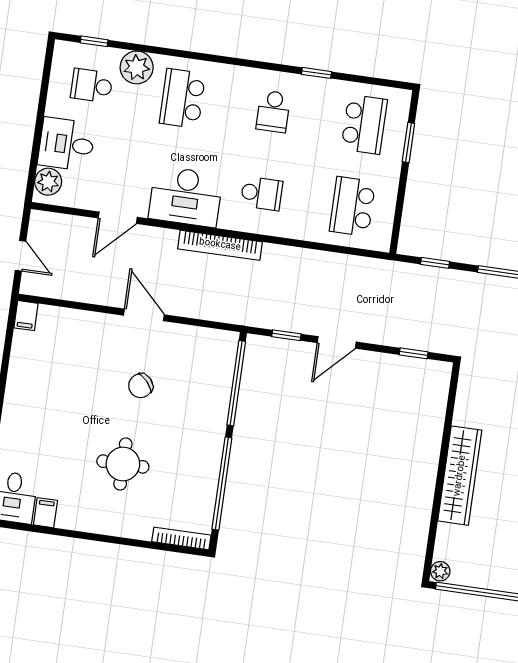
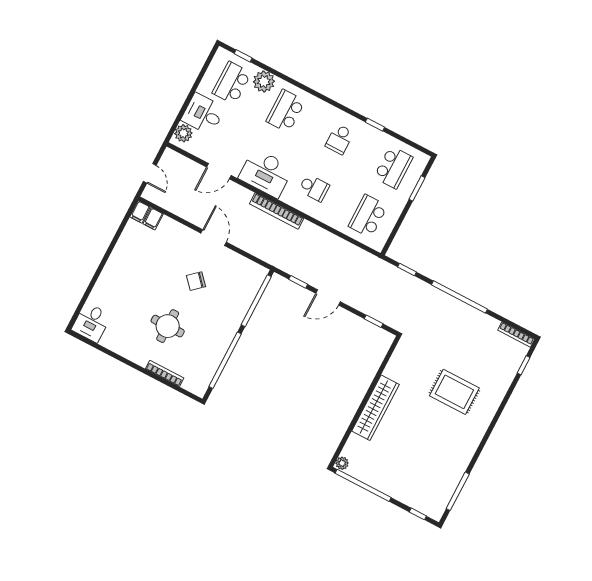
school desk: (92, 86) -> (232, 83), width x1.85
filing cabinet: (45, 513) -> (153, 219), moved, turned 180
bookcase: (181, 538) -> (165, 373), moved

